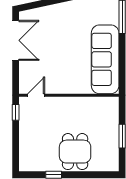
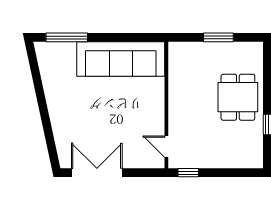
dining table: (75, 152) -> (238, 97), turned 90

